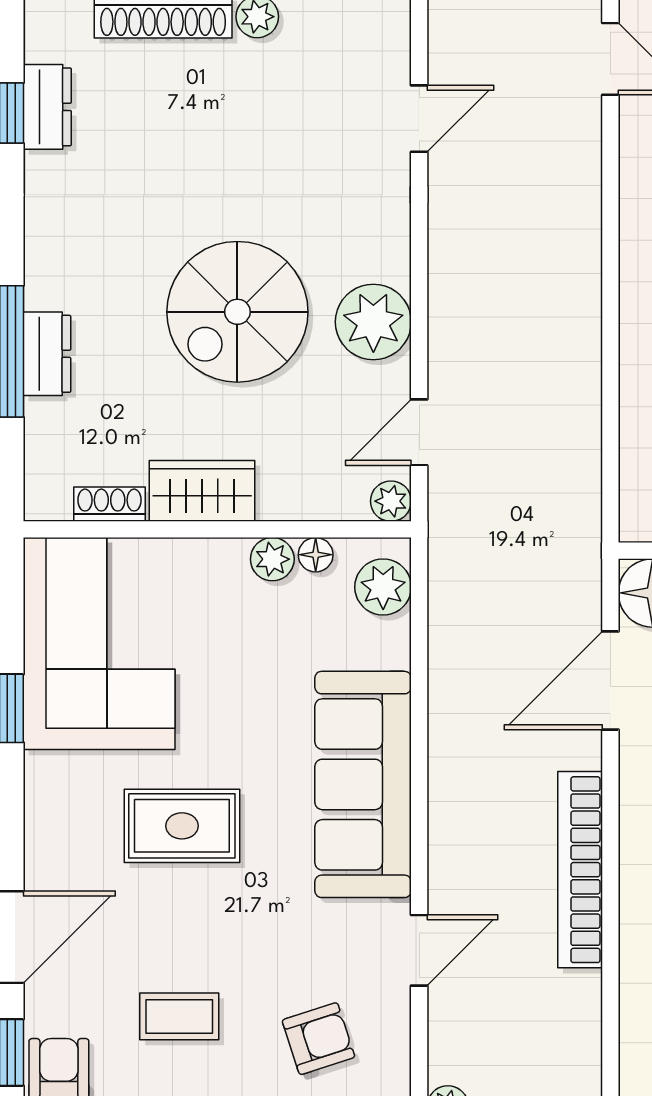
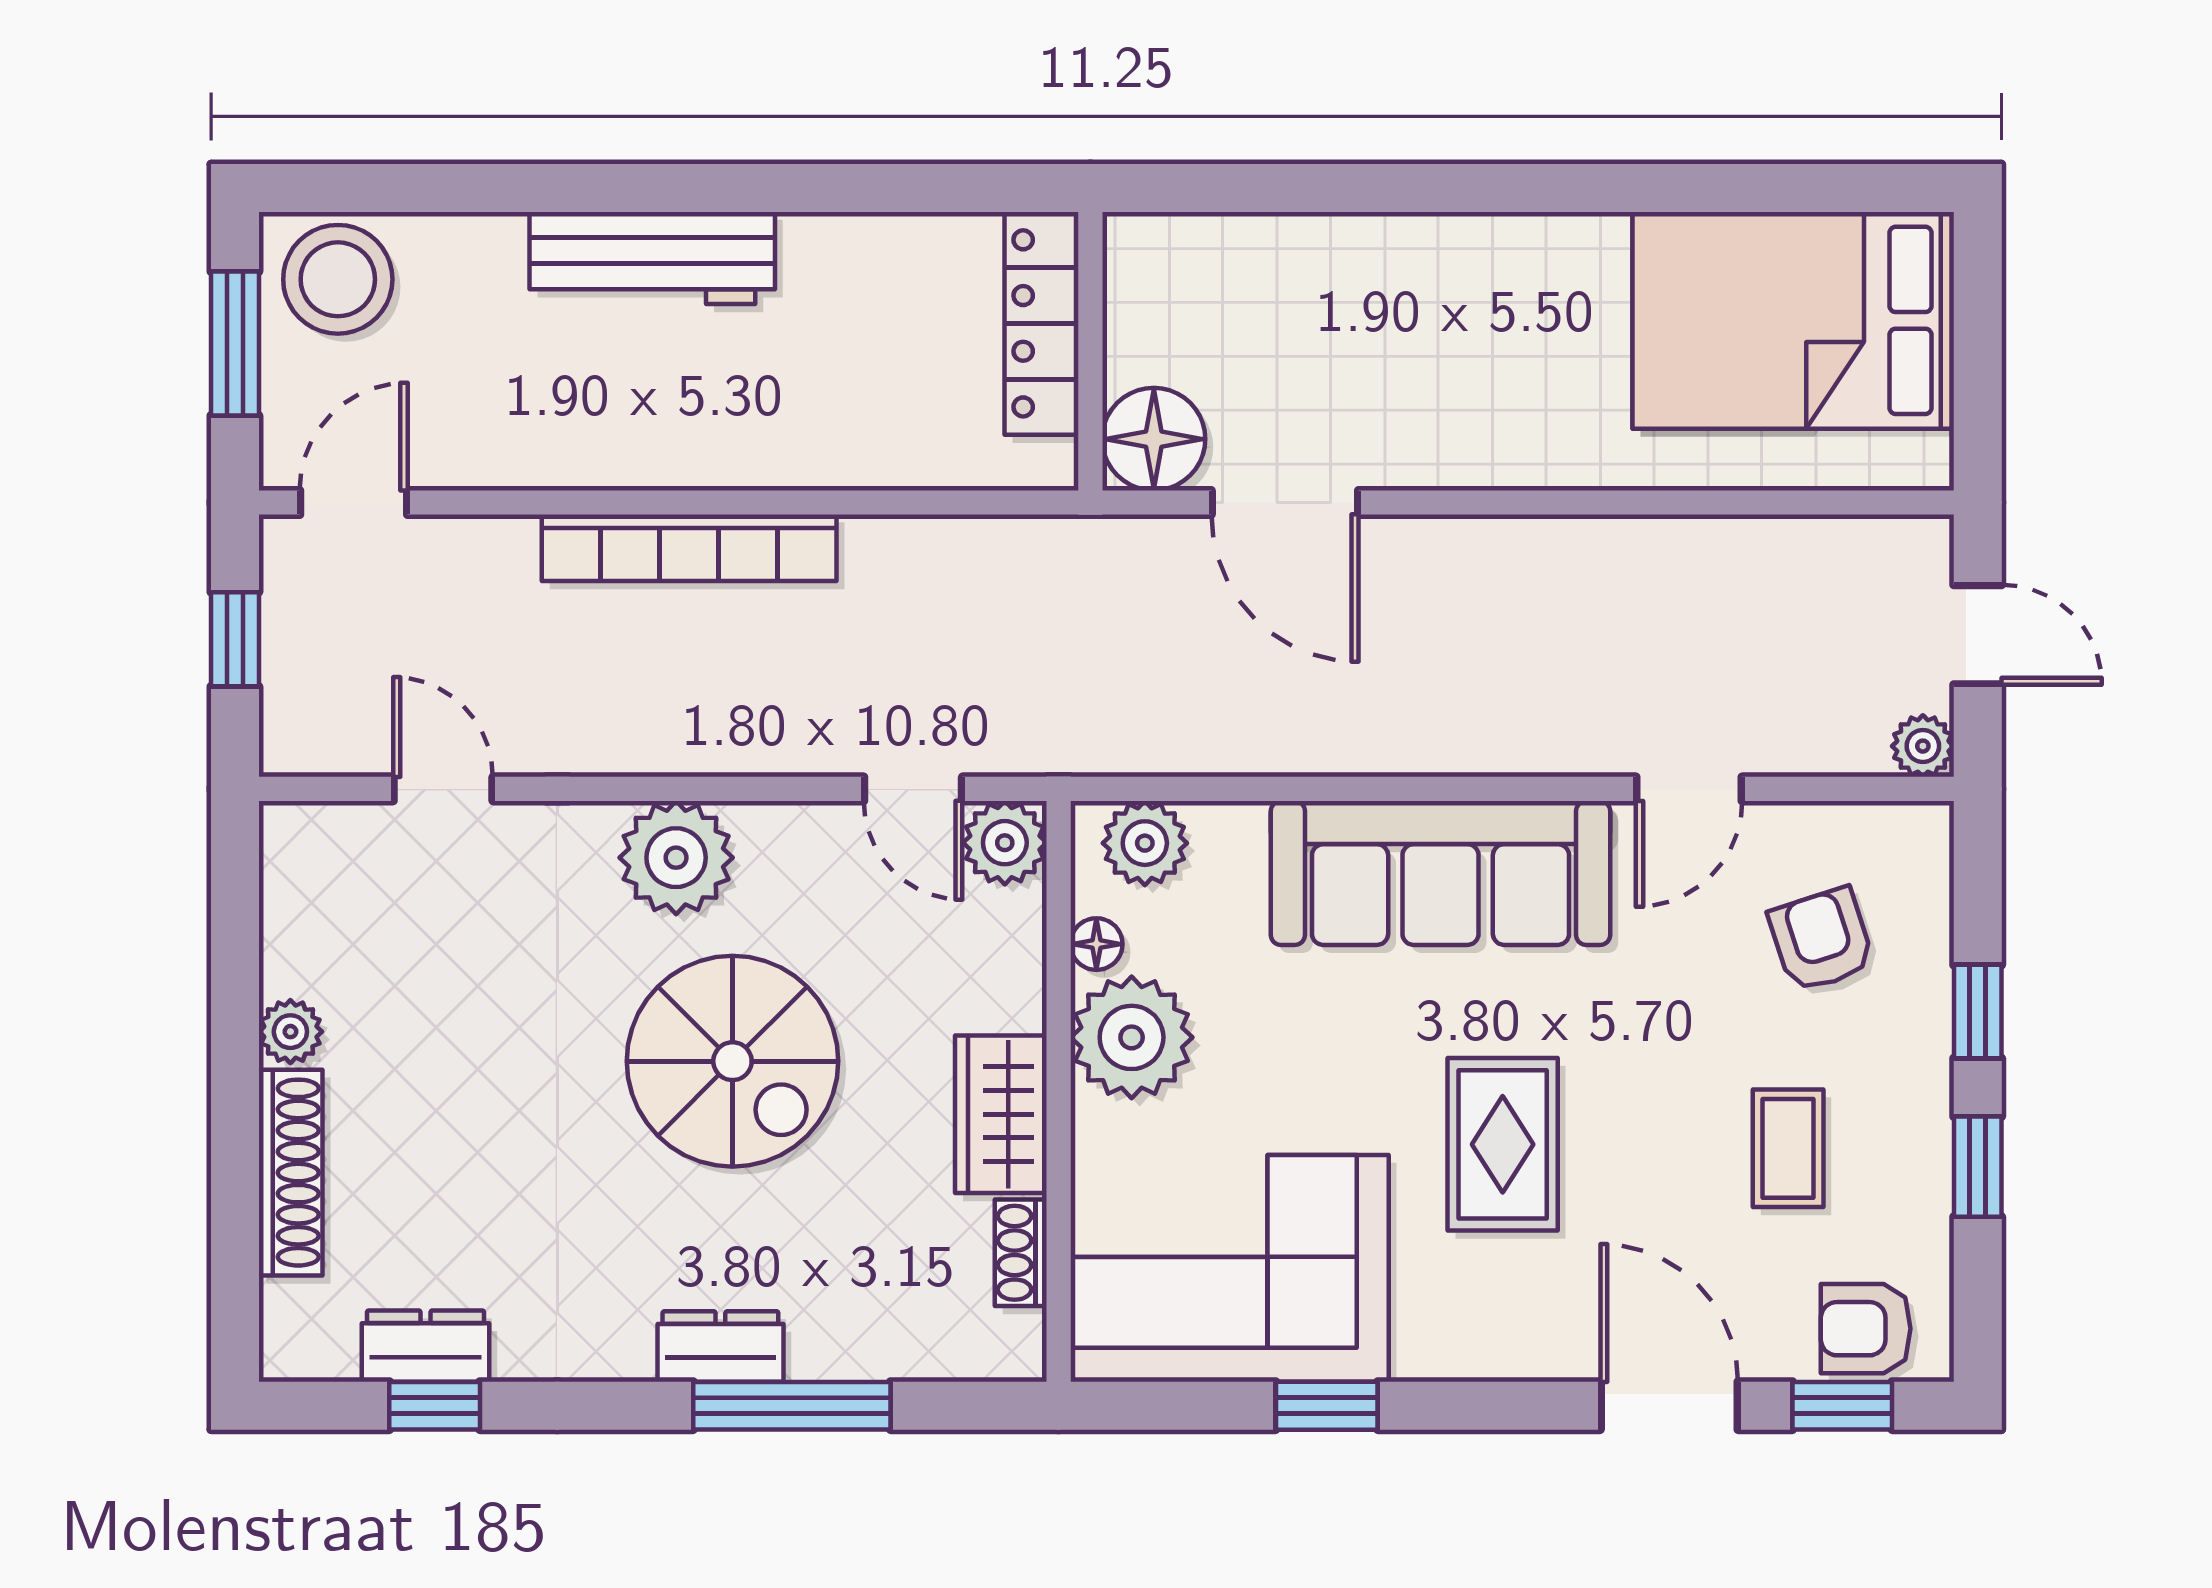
plant: (373, 322) -> (676, 858), moved
dresser: (47, 354) -> (720, 1346), moved
plant: (391, 501) -> (1005, 843), width x1.38, depth x1.38
plant: (272, 559) -> (1132, 1037), width x1.88, depth x1.88
bookcase: (580, 870) -> (689, 548), moved
door: (419, 950) -> (1689, 789), swing flipped

